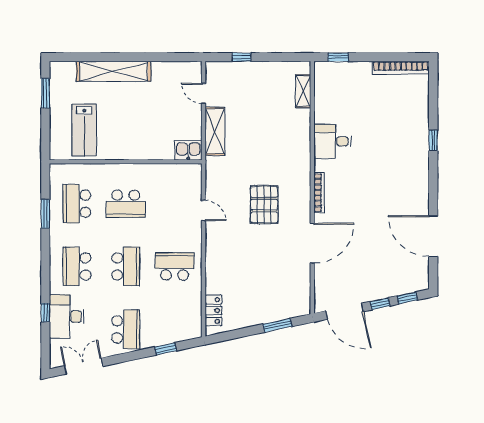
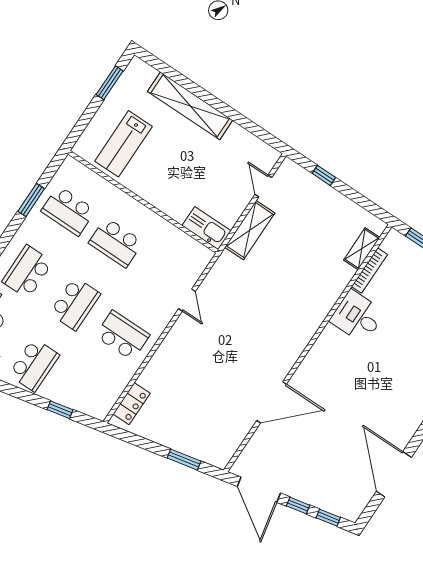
kitchen sink: (188, 150) -> (207, 228), width x1.38
bookcase: (319, 193) -> (369, 270), moved
school desk: (77, 204) -> (68, 211), turned -90
pallet: (264, 205) -> (250, 334), removed

